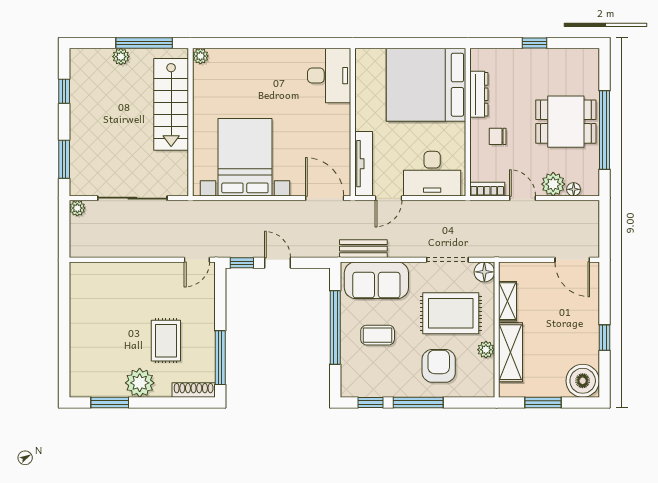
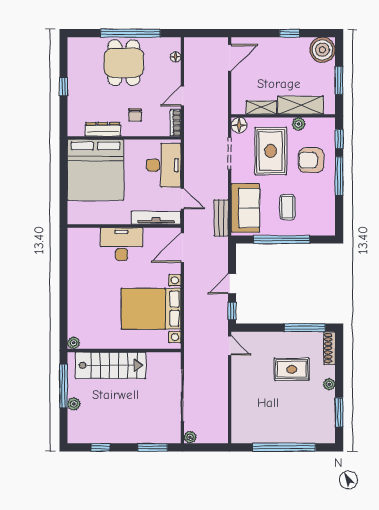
desk: (329, 76) -> (121, 244), moved
plant: (553, 184) -> (172, 72), removed
window: (64, 331) -> (284, 447), added
plant: (140, 383) -> (329, 384), width x0.53, depth x0.53
window: (371, 403) -> (339, 139), moved

